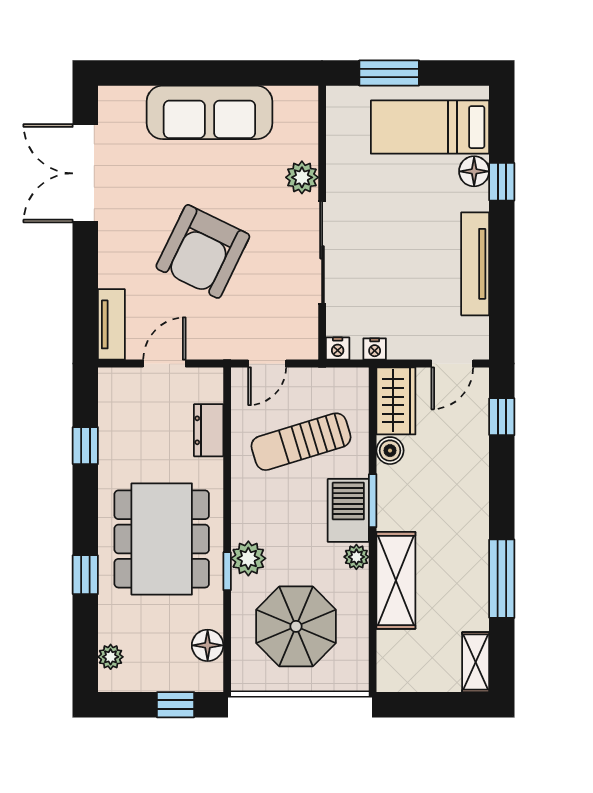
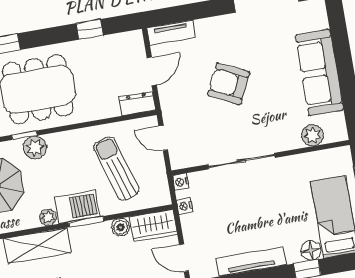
plant: (302, 177) -> (312, 135), moved
armchair: (203, 251) -> (229, 84), width x0.73, depth x0.73
door: (164, 364) -> (152, 71), hinge flipped
dresser: (209, 430) -> (137, 103), moved

